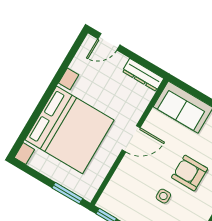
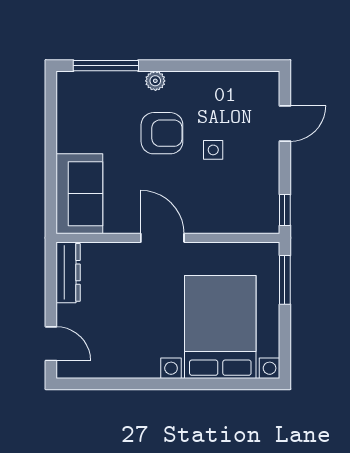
bed with nightstands: (70, 130) -> (220, 327), width x0.73
armchair: (190, 173) -> (162, 133), turned -90

